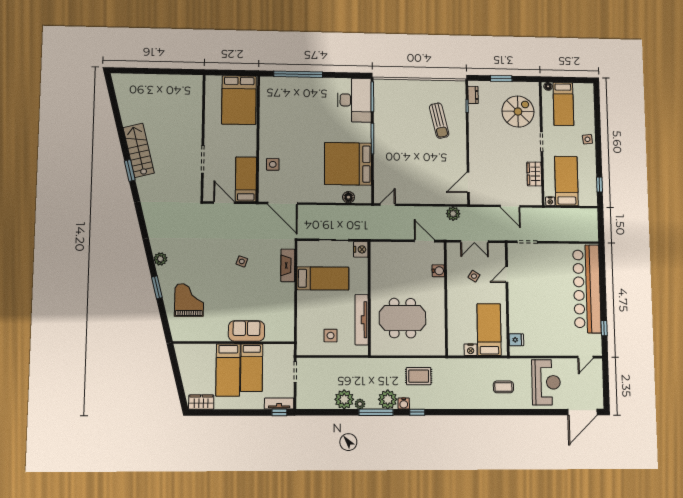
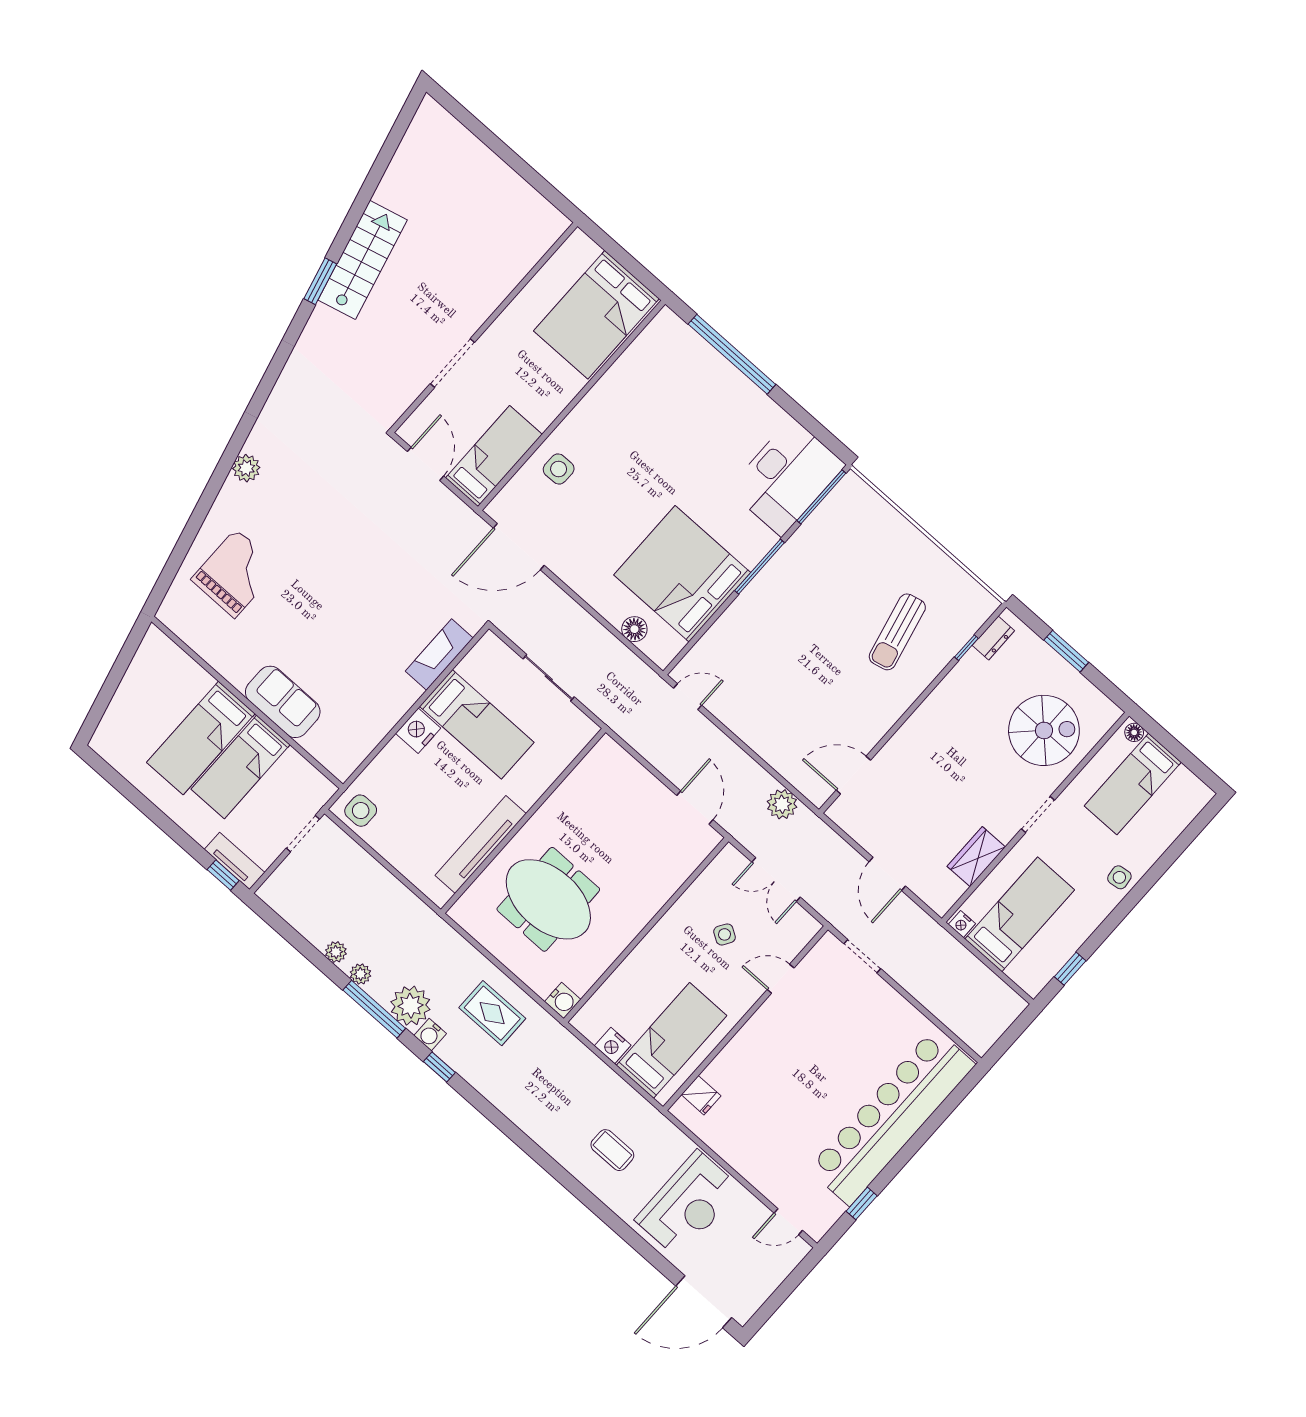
door: (283, 203) -> (519, 547), hinge flipped
nightstand: (361, 249) -> (418, 731), moved, turned 180
side table: (242, 261) -> (372, 584), removed
water cooler: (438, 271) -> (563, 1000), moved
window: (157, 287) -> (202, 509), removed
side table: (331, 336) -> (361, 811), moved
plant: (344, 399) -> (336, 952), width x0.53, depth x0.53
wardrobe: (201, 402) -> (116, 752), removed

